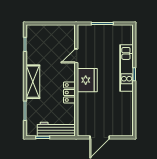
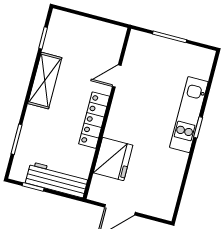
fridge: (87, 80) -> (113, 159), moved
shelving: (33, 82) -> (45, 81), moved
locker: (69, 92) -> (94, 120), width x1.53

